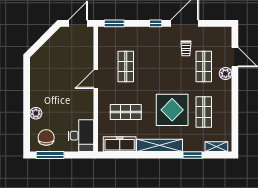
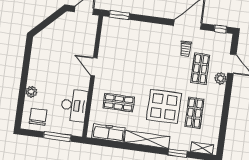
window: (156, 23) -> (221, 29), moved
shop shelf: (126, 66) -> (125, 58), removed
door: (96, 79) -> (94, 67), hinge flipped
desk: (81, 136) -> (74, 105), moved
window: (50, 155) -> (57, 137), moved

